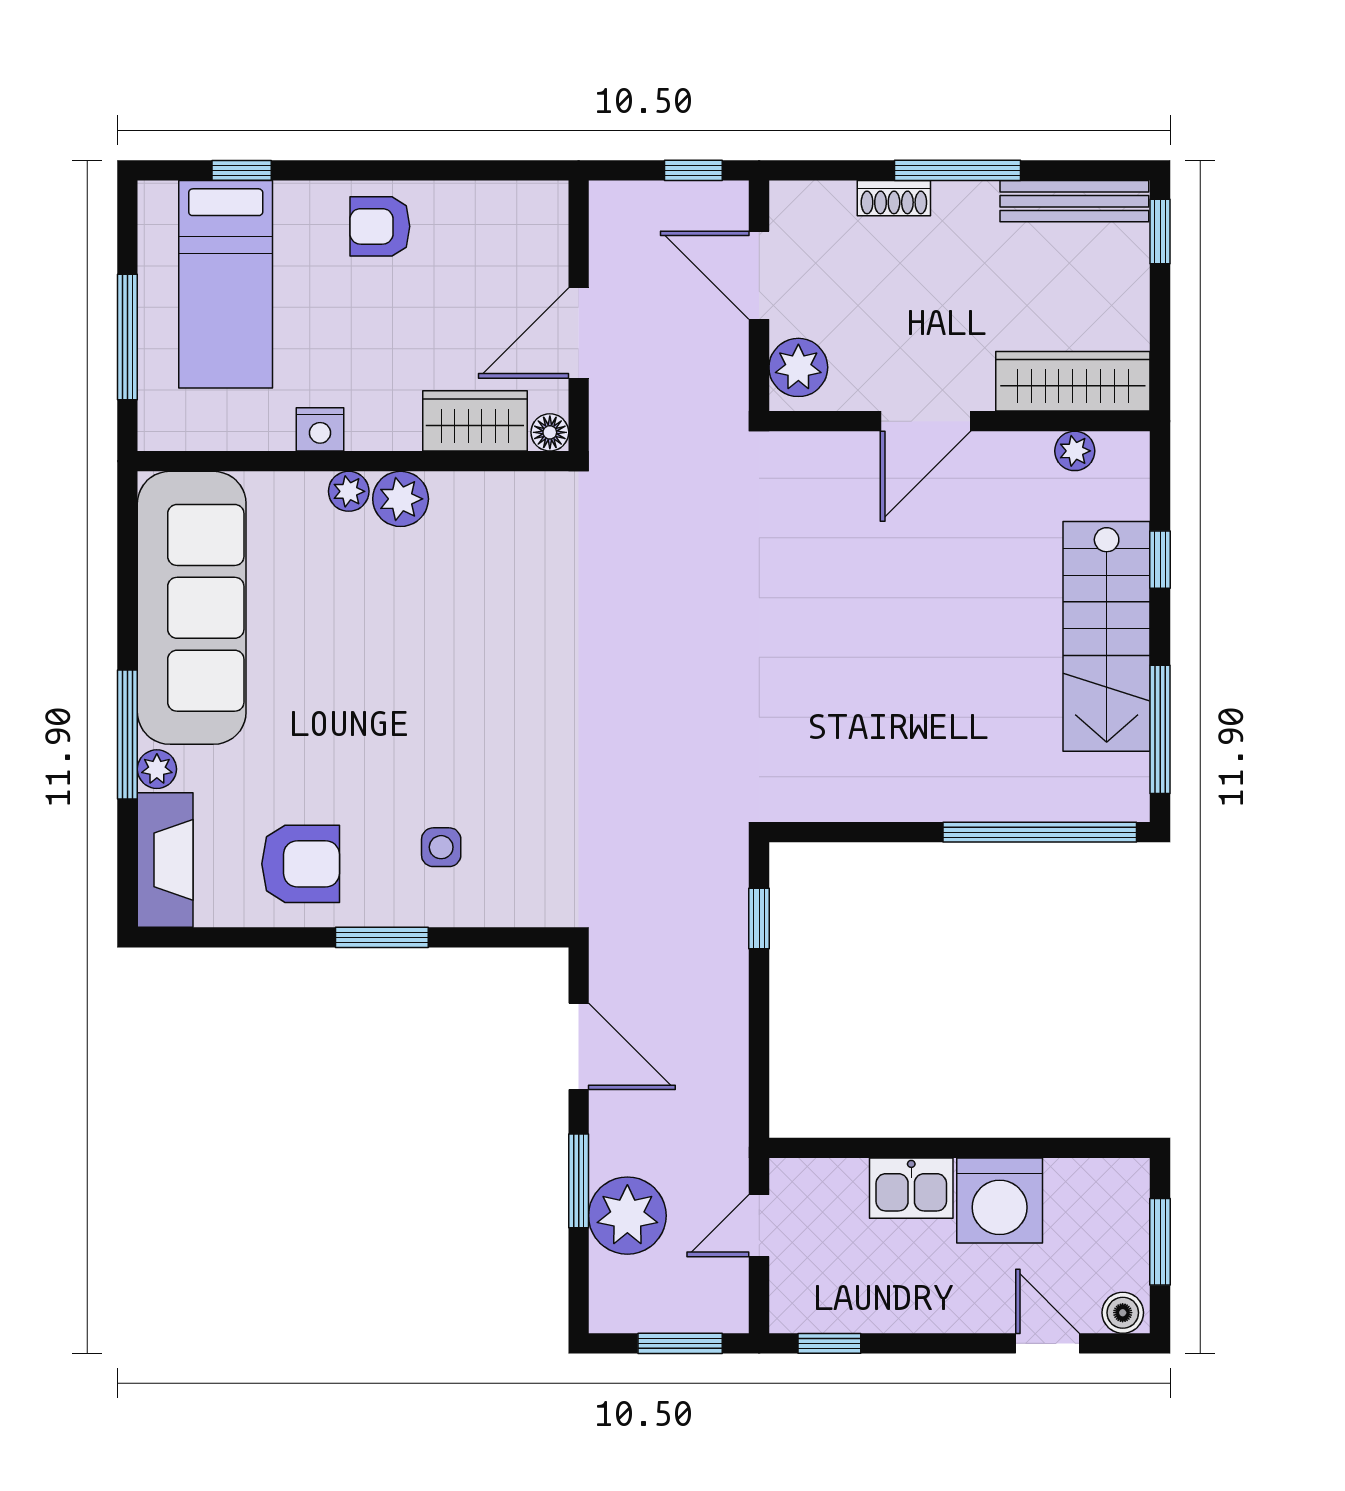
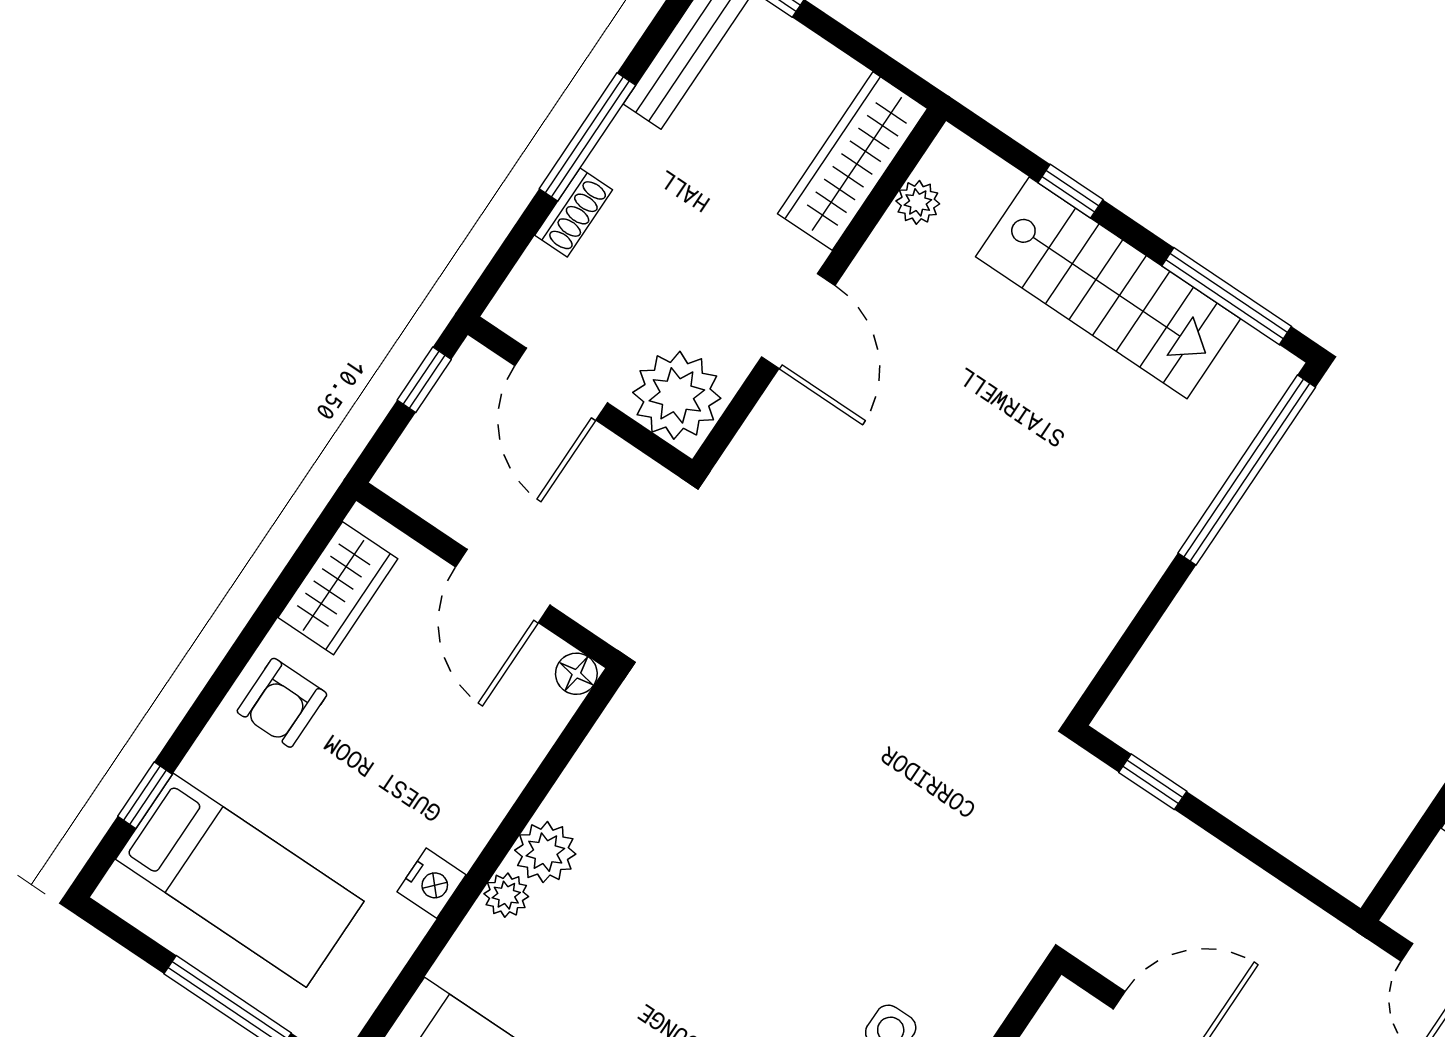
door: (759, 275) -> (561, 384), hinge flipped
plant: (798, 367) -> (677, 395), width x1.36, depth x1.36
wardrobe: (475, 421) -> (338, 588), moved, turned 180

